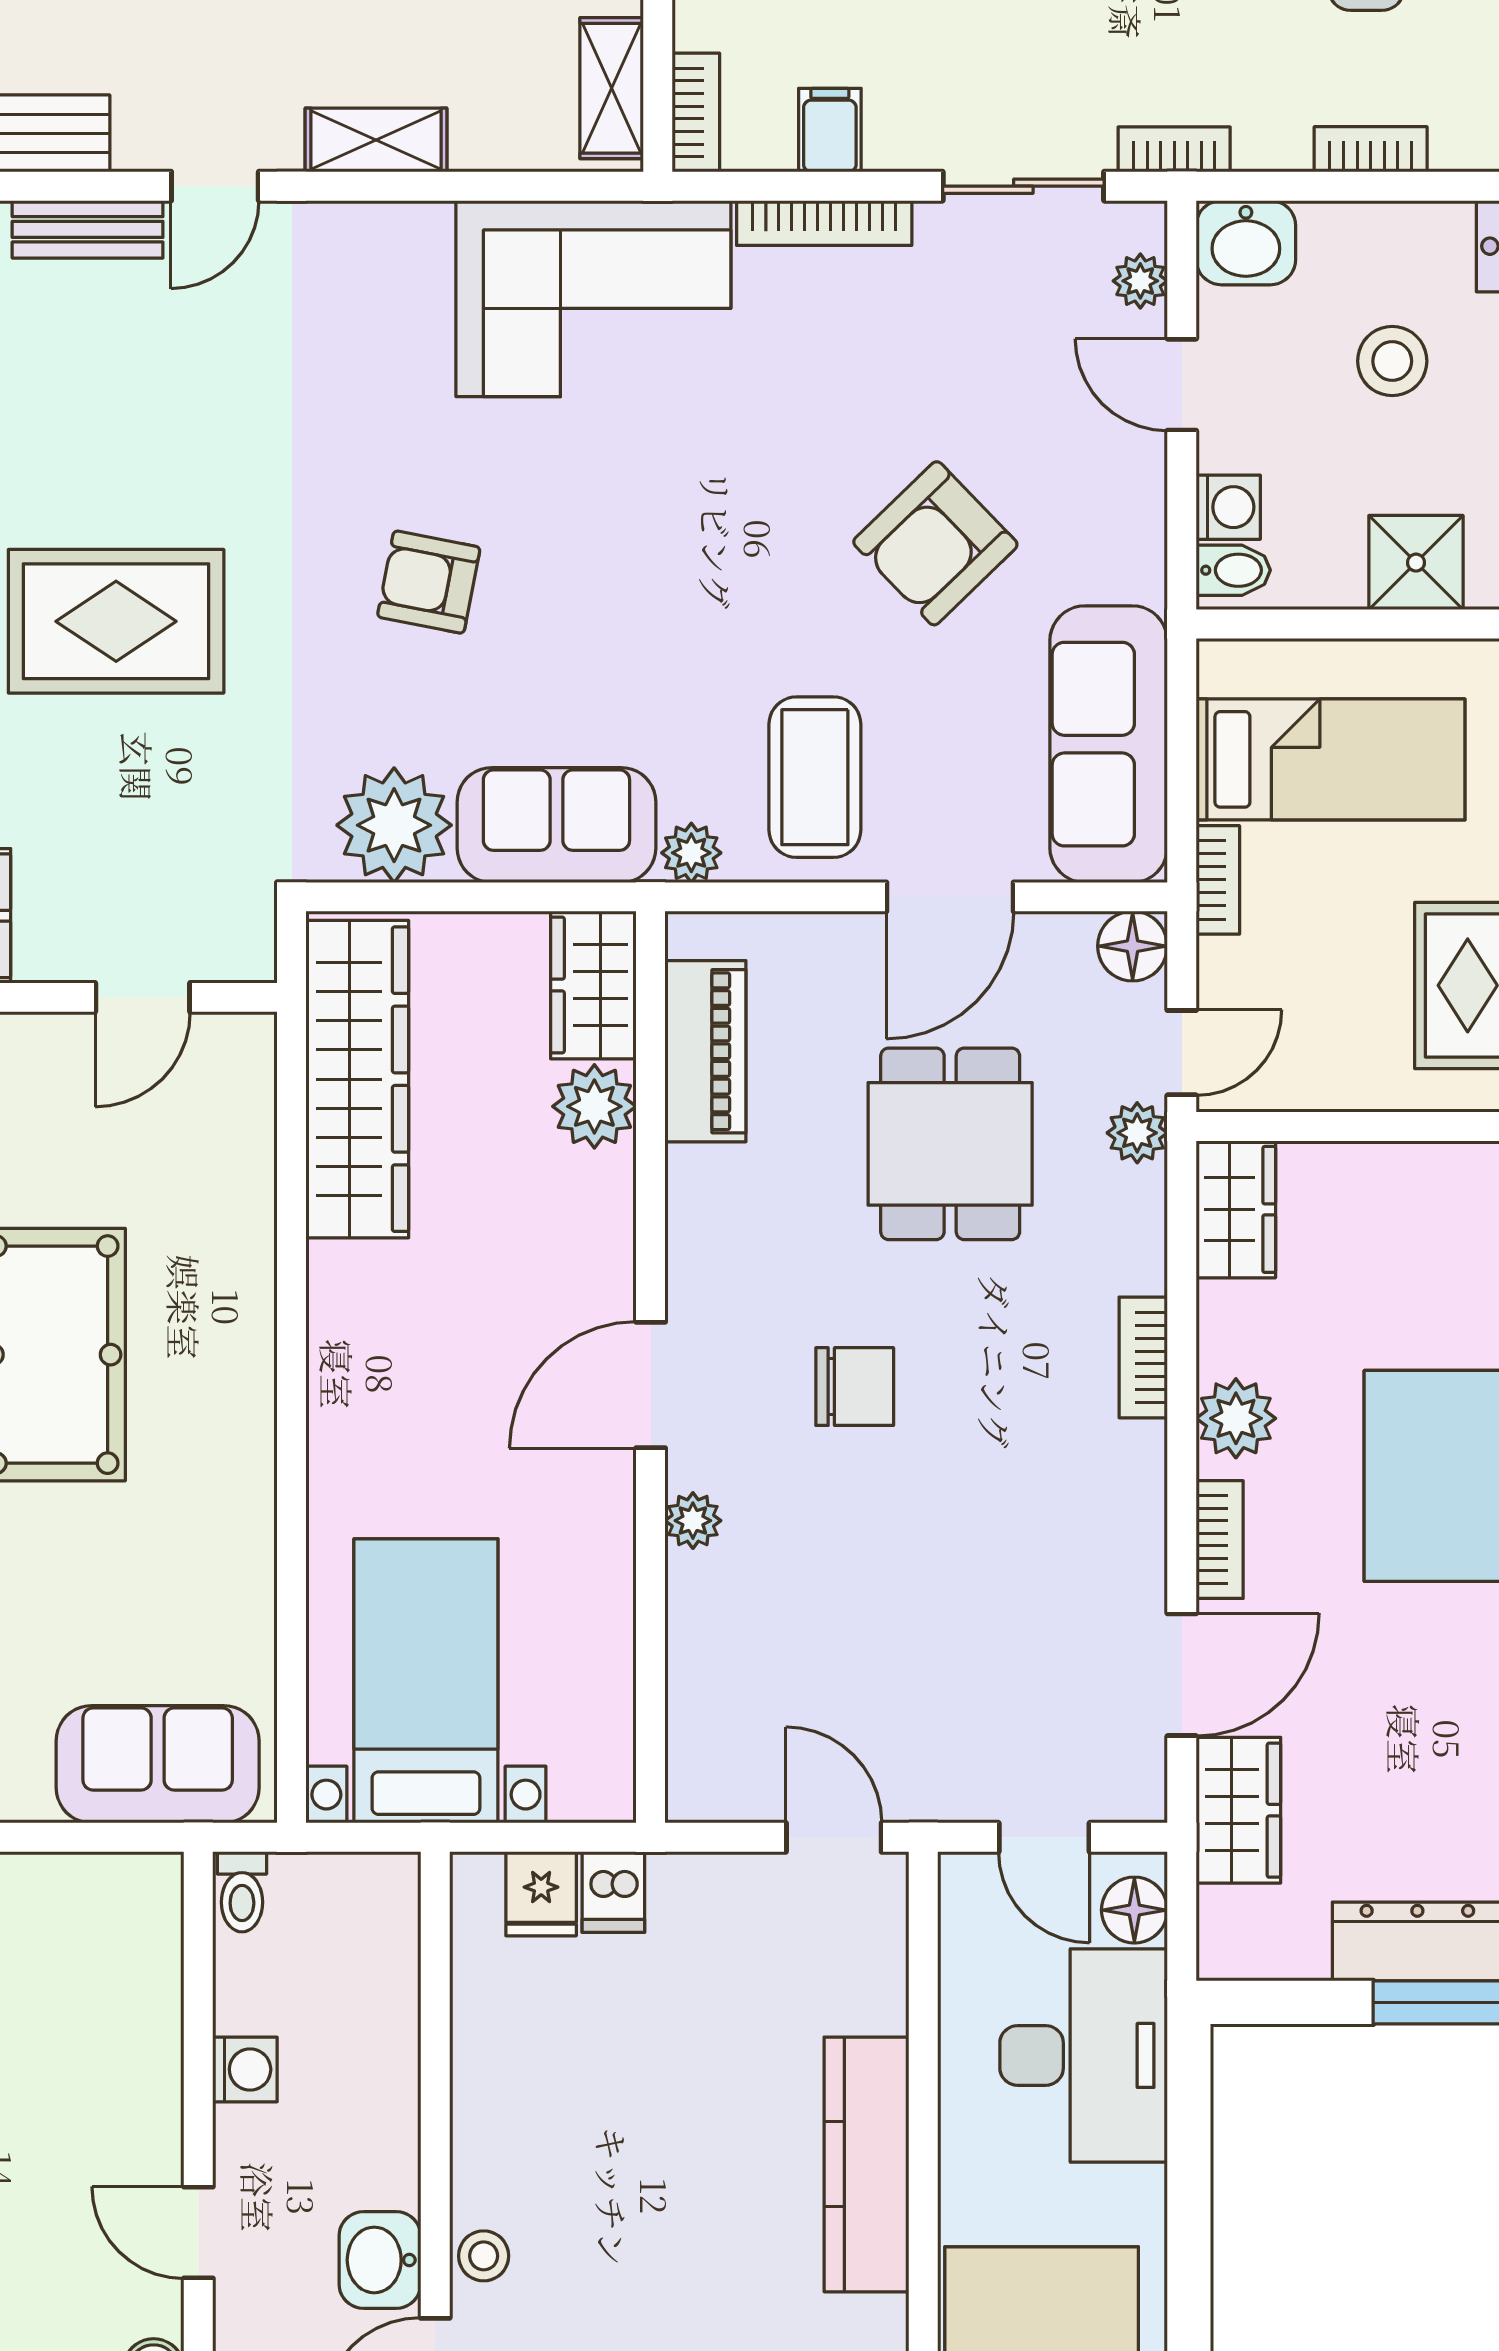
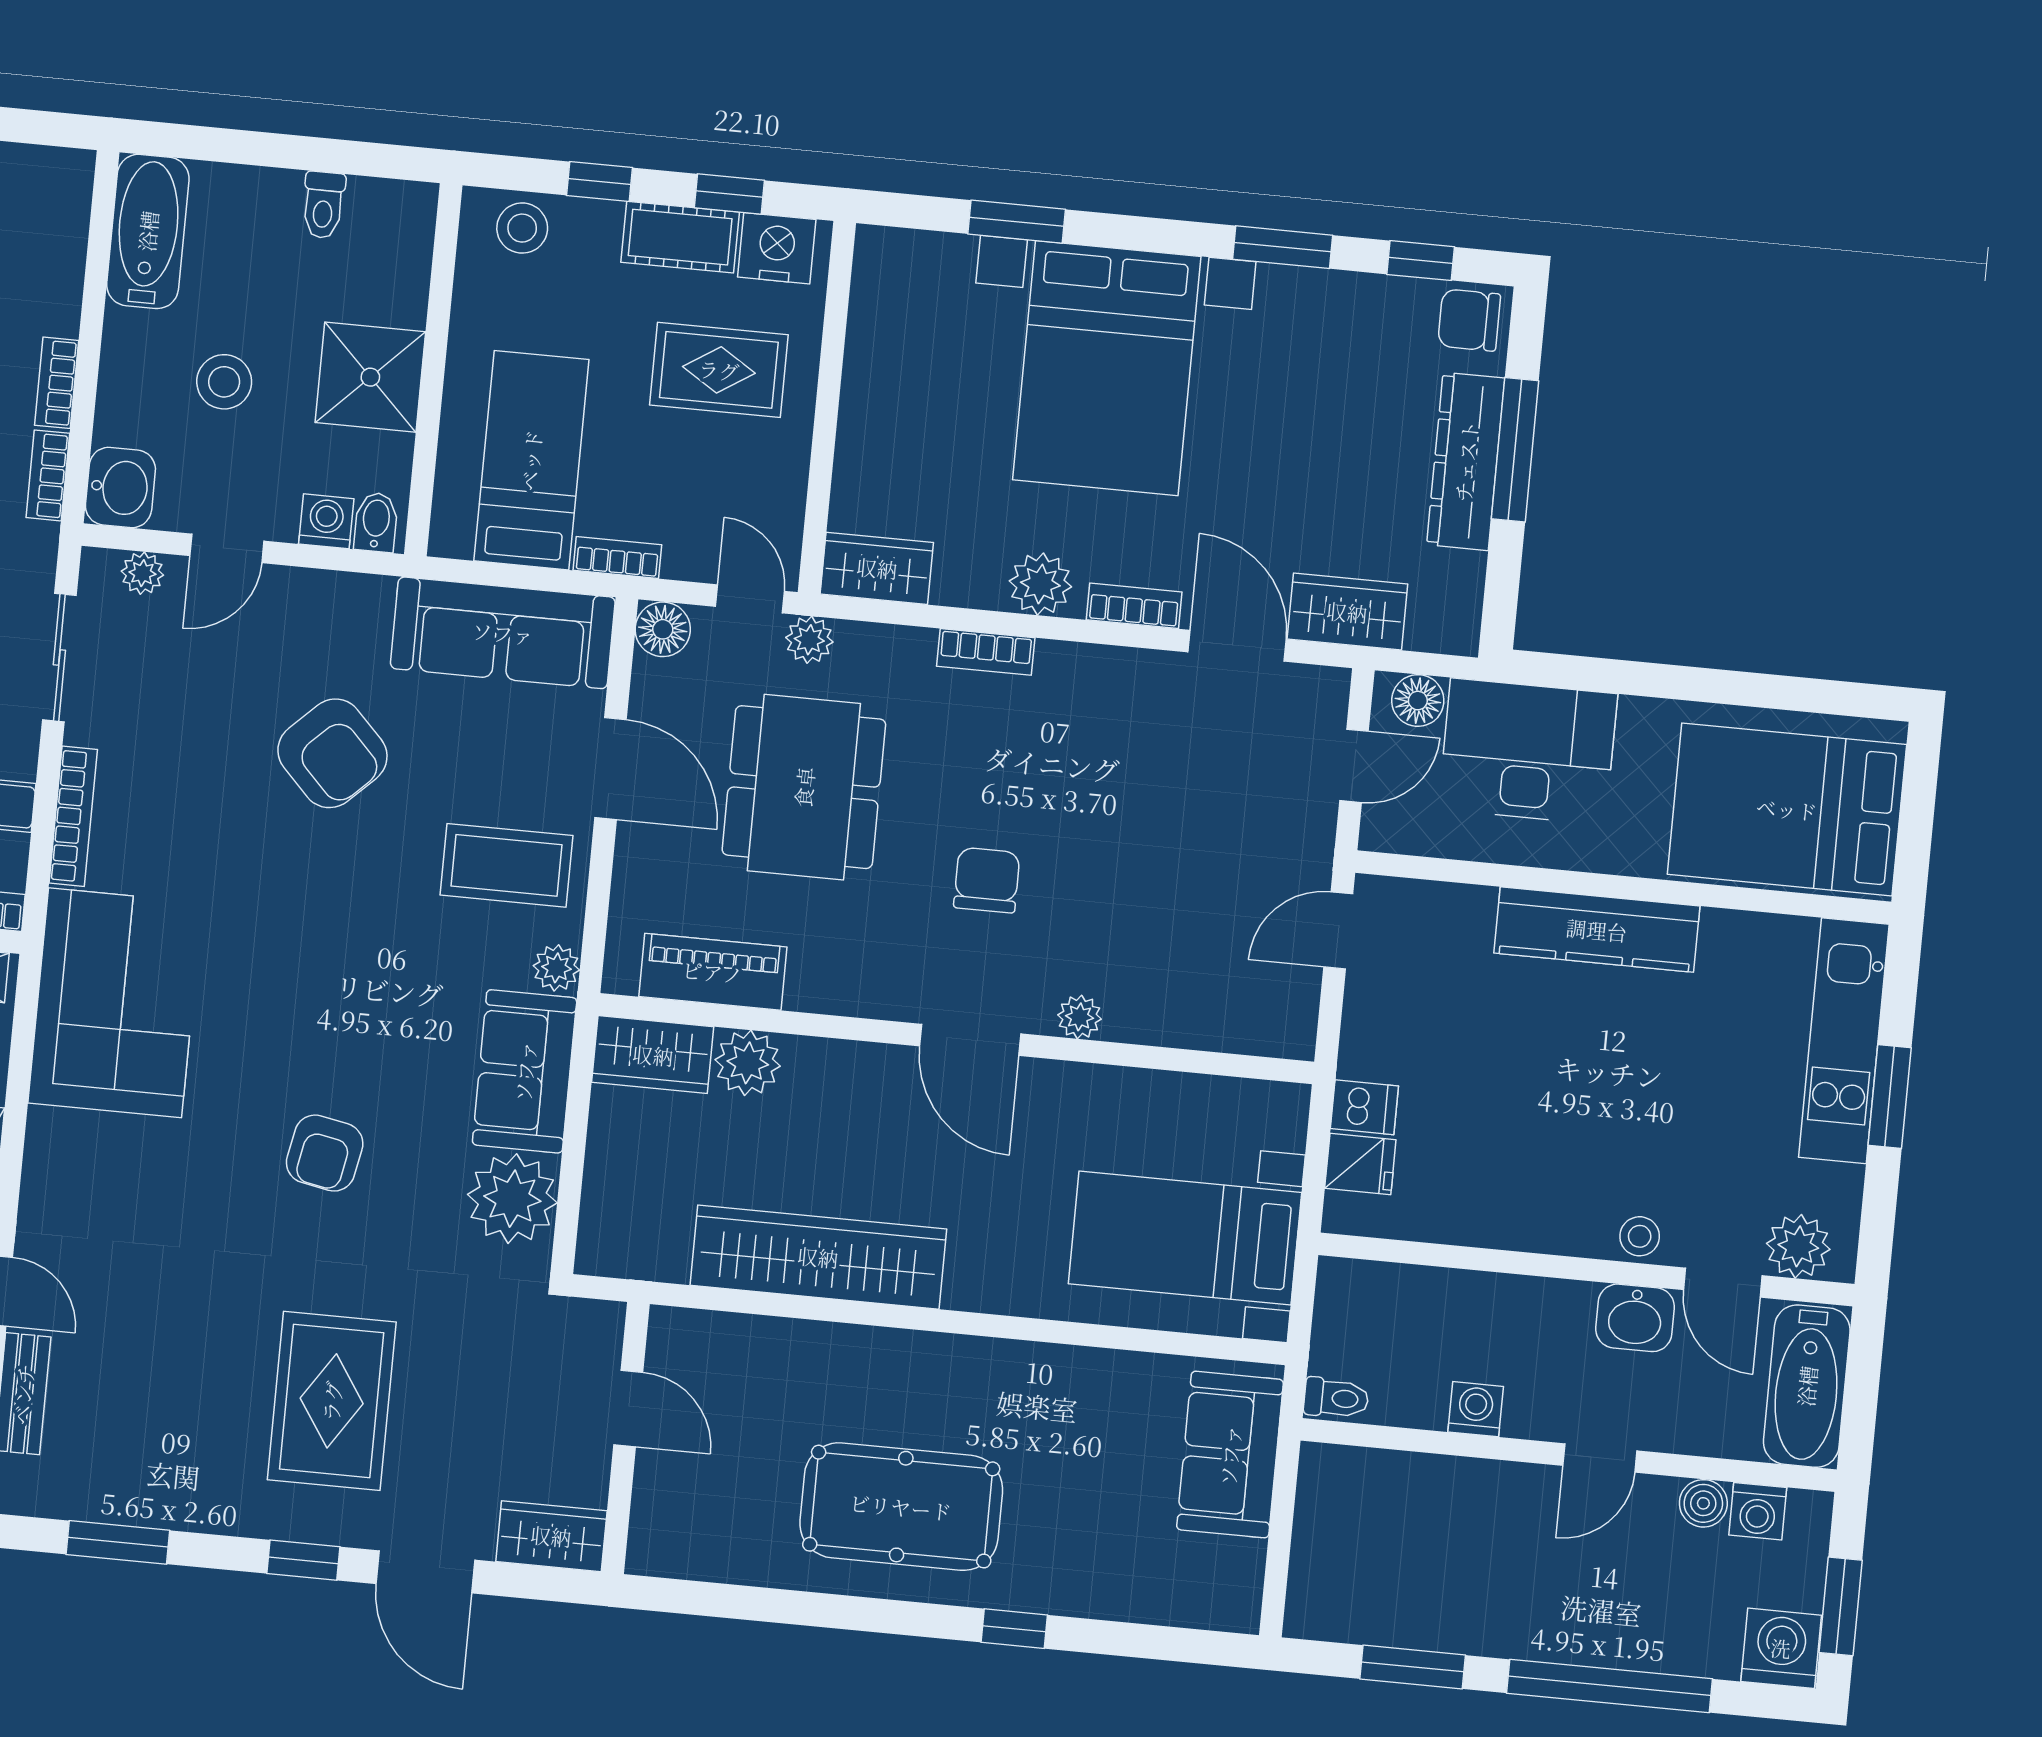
bookcase: (1174, 149) -> (48, 475), moved
shower: (1416, 563) -> (370, 377), width x1.36, depth x1.36
wardrobe: (357, 1079) -> (818, 1257), moved
dining table: (950, 1144) -> (804, 787), width x1.37

